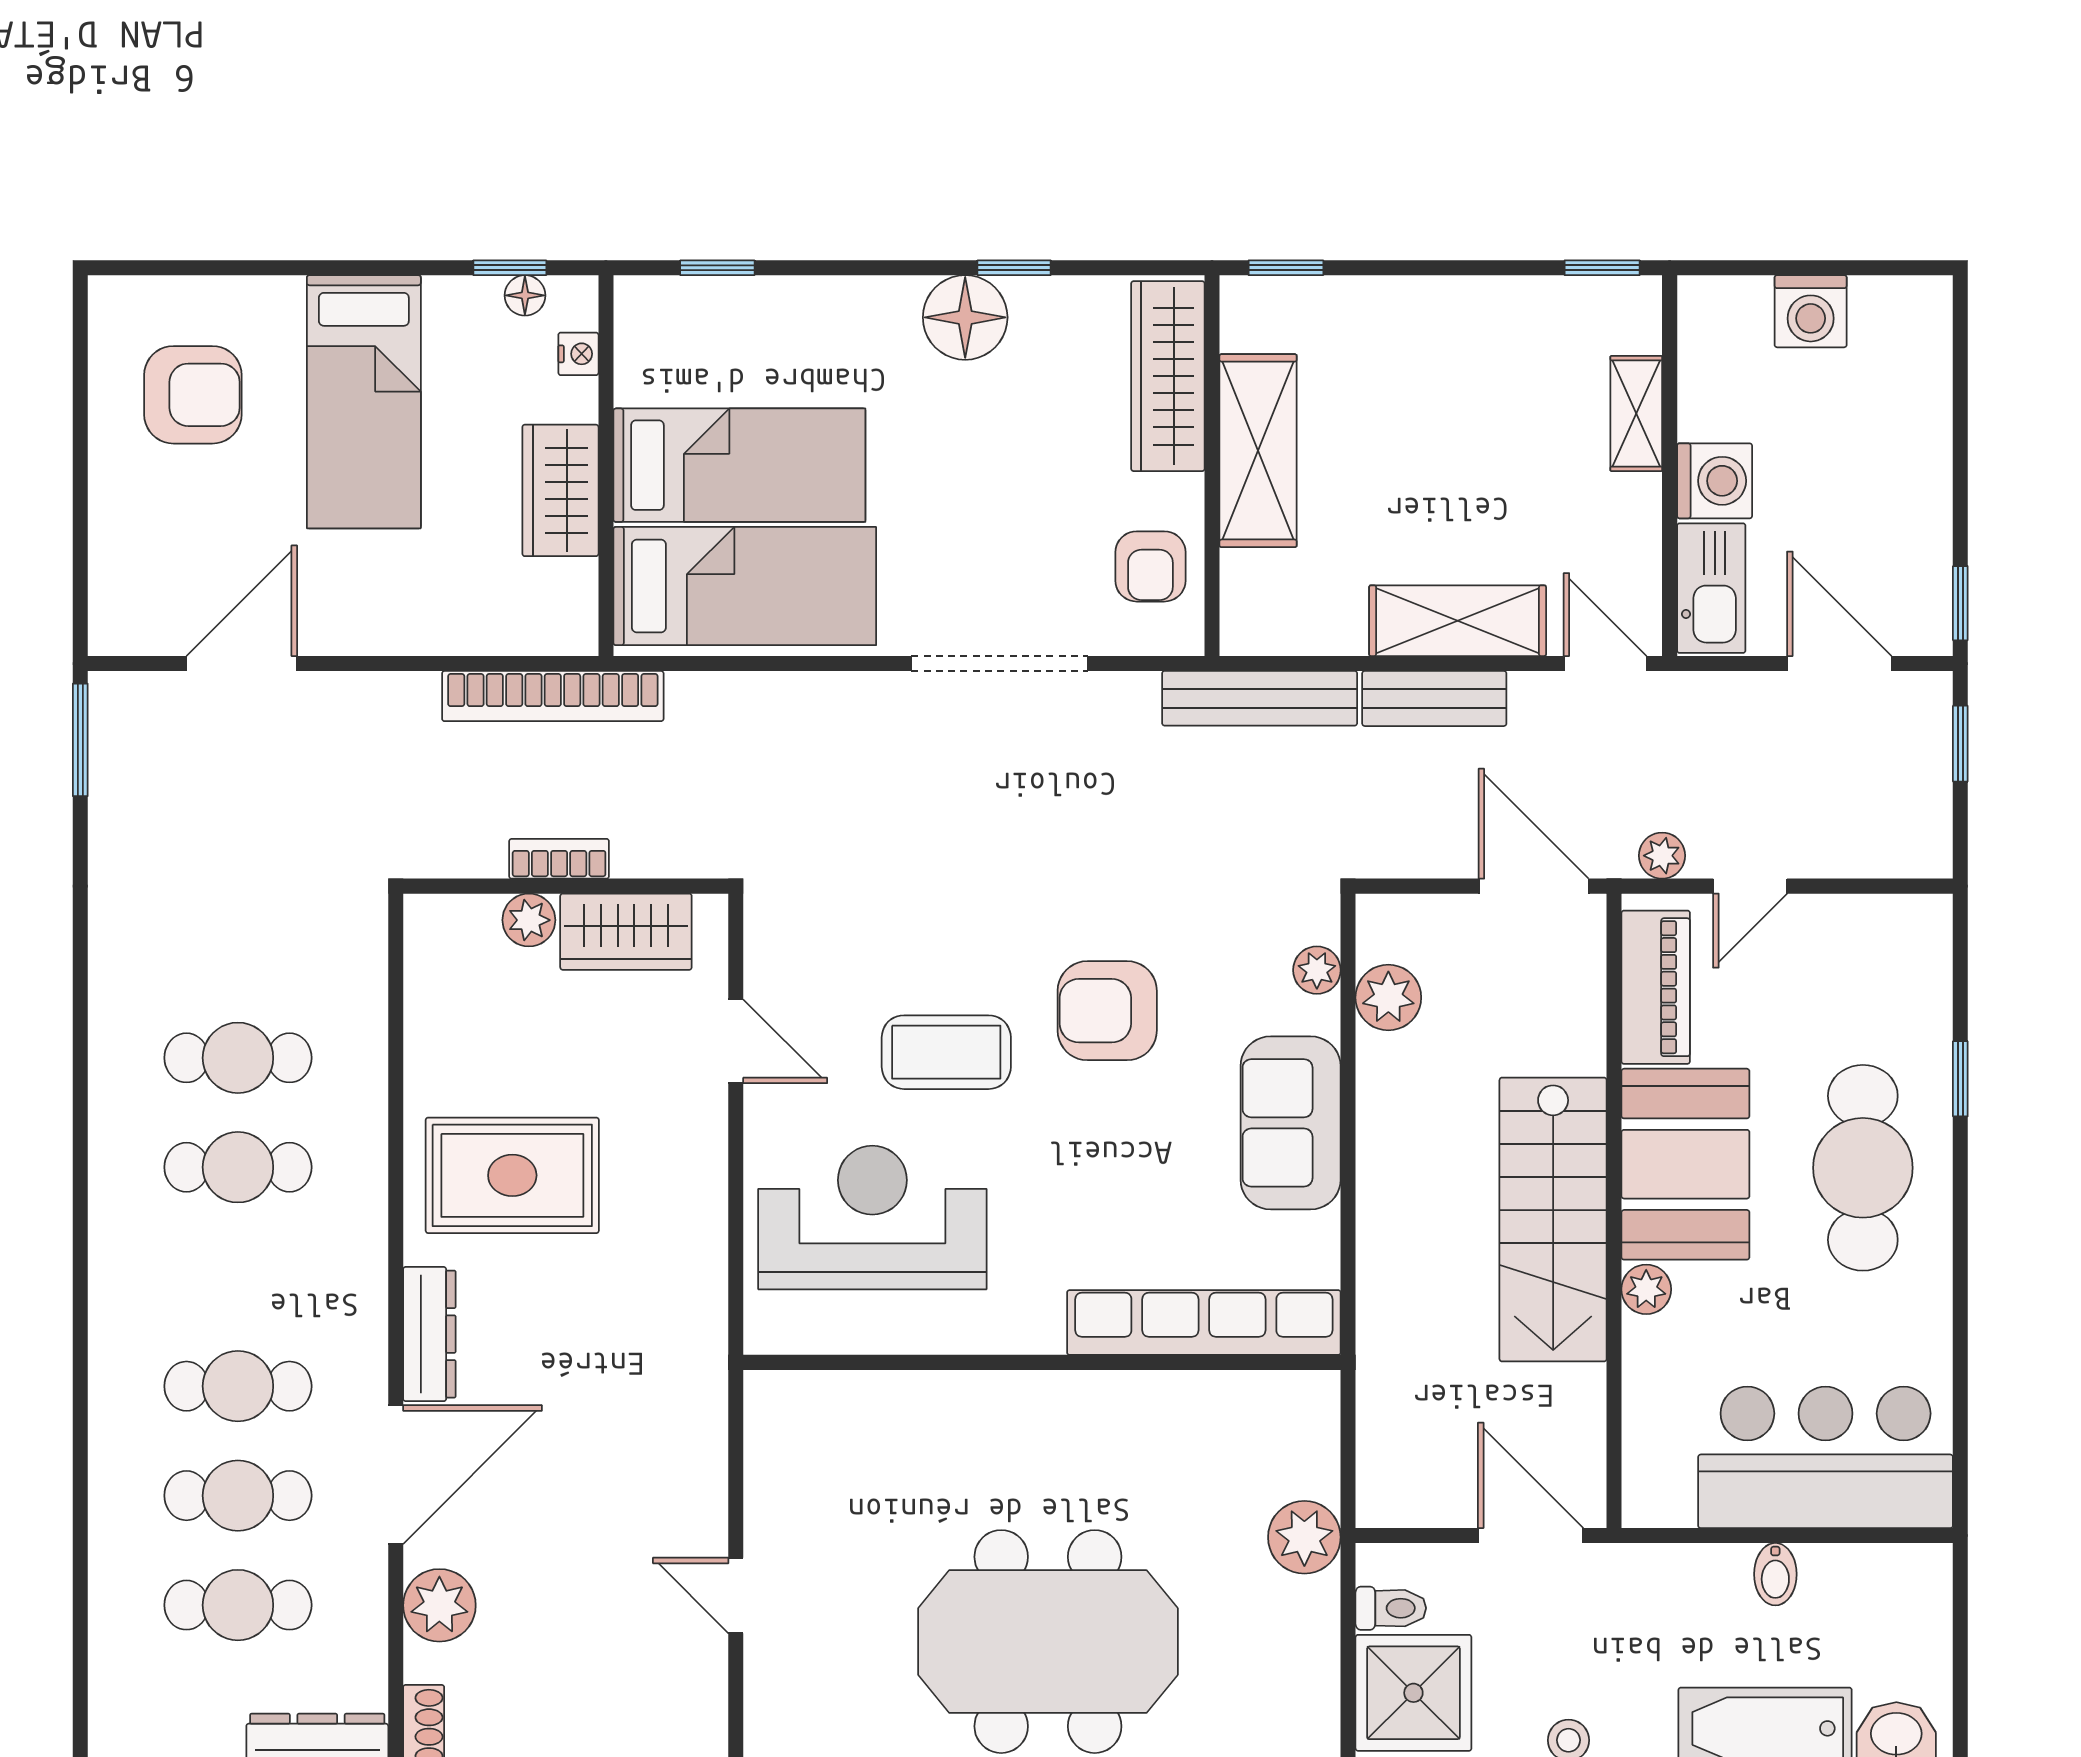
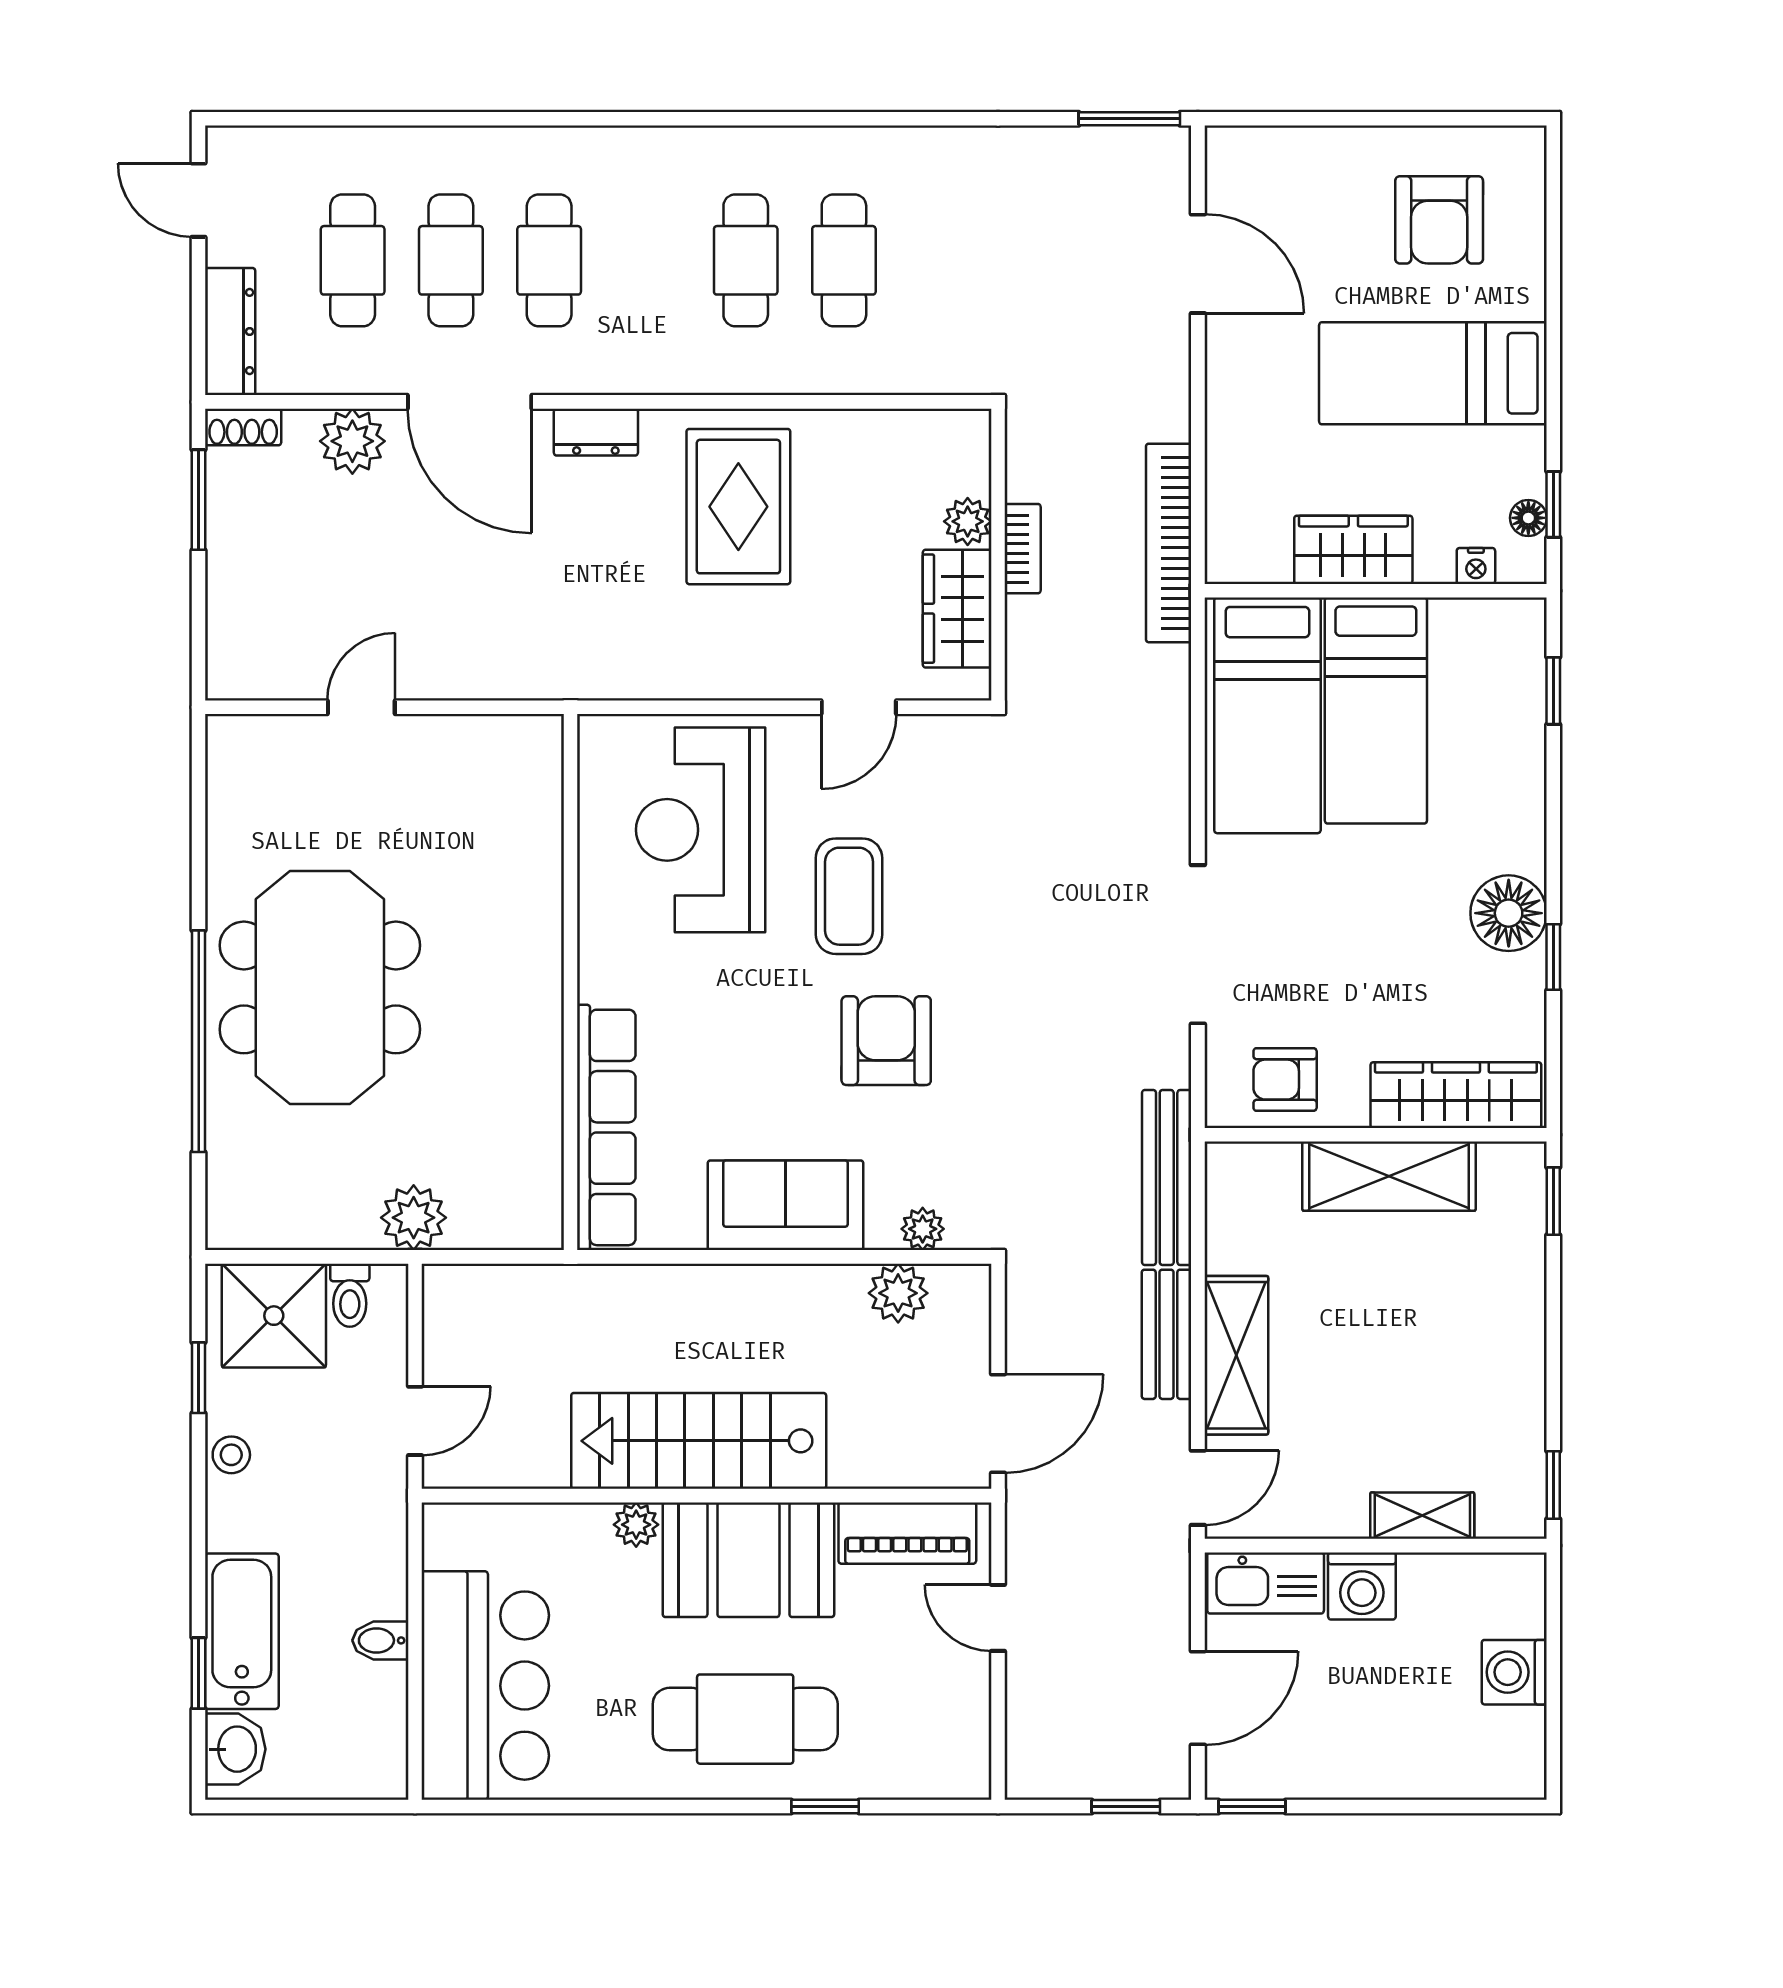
plant: (1662, 856) -> (1025, 1539), removed
reception desk: (872, 1217) -> (701, 830), turned 180
dresser: (429, 1334) -> (596, 432), width x0.70
door: (1531, 1536) -> (415, 1421), width x0.73

